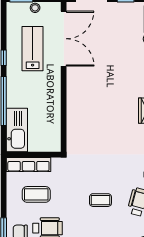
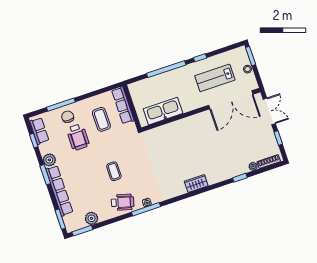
lab bench: (33, 49) -> (215, 78), turned 180
kitchen sink: (17, 130) -> (163, 111), moved, turned 180

